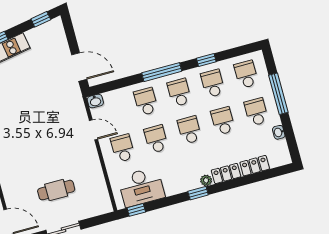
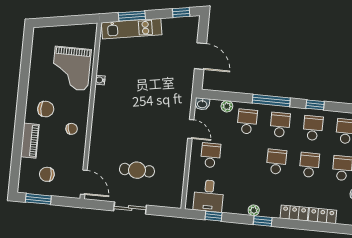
door: (79, 67) -> (200, 56), moved
plant: (120, 94) -> (227, 106), added
school desk: (156, 139) -> (243, 158), removed
plant: (206, 180) -> (254, 210), moved
desk: (141, 187) -> (209, 196), width x0.73
window: (136, 210) -> (214, 216), moved

